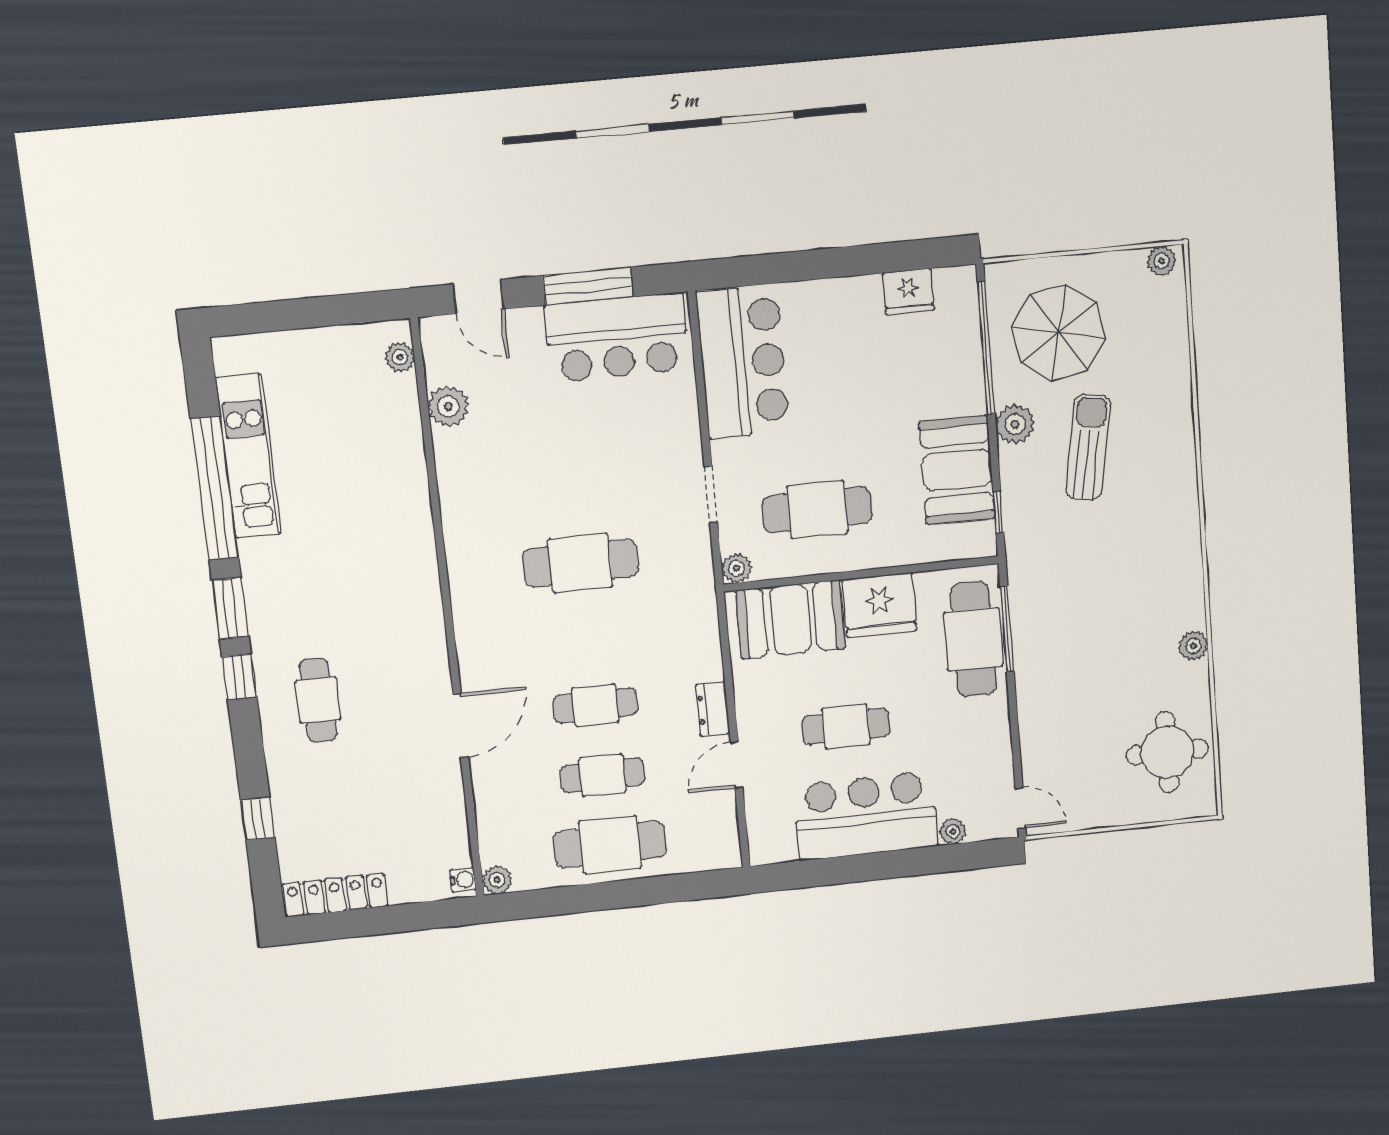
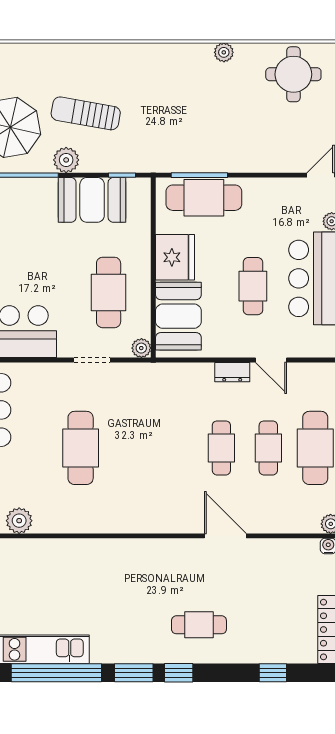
cafe table: (580, 563) -> (81, 448), moved

